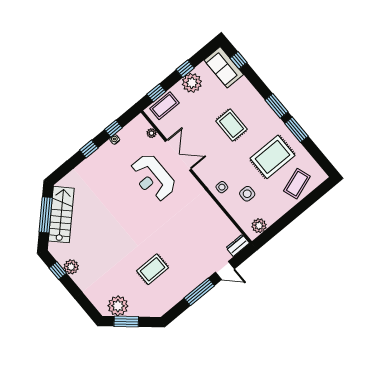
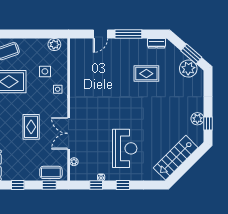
plant: (192, 83) -> (21, 172), removed
rug: (231, 125) -> (31, 127), moved
reception desk: (153, 178) -> (125, 148), moved
window: (46, 215) -> (186, 166), removed
dresser: (238, 245) -> (156, 43), moved
door: (225, 271) -> (100, 34), swing flipped

